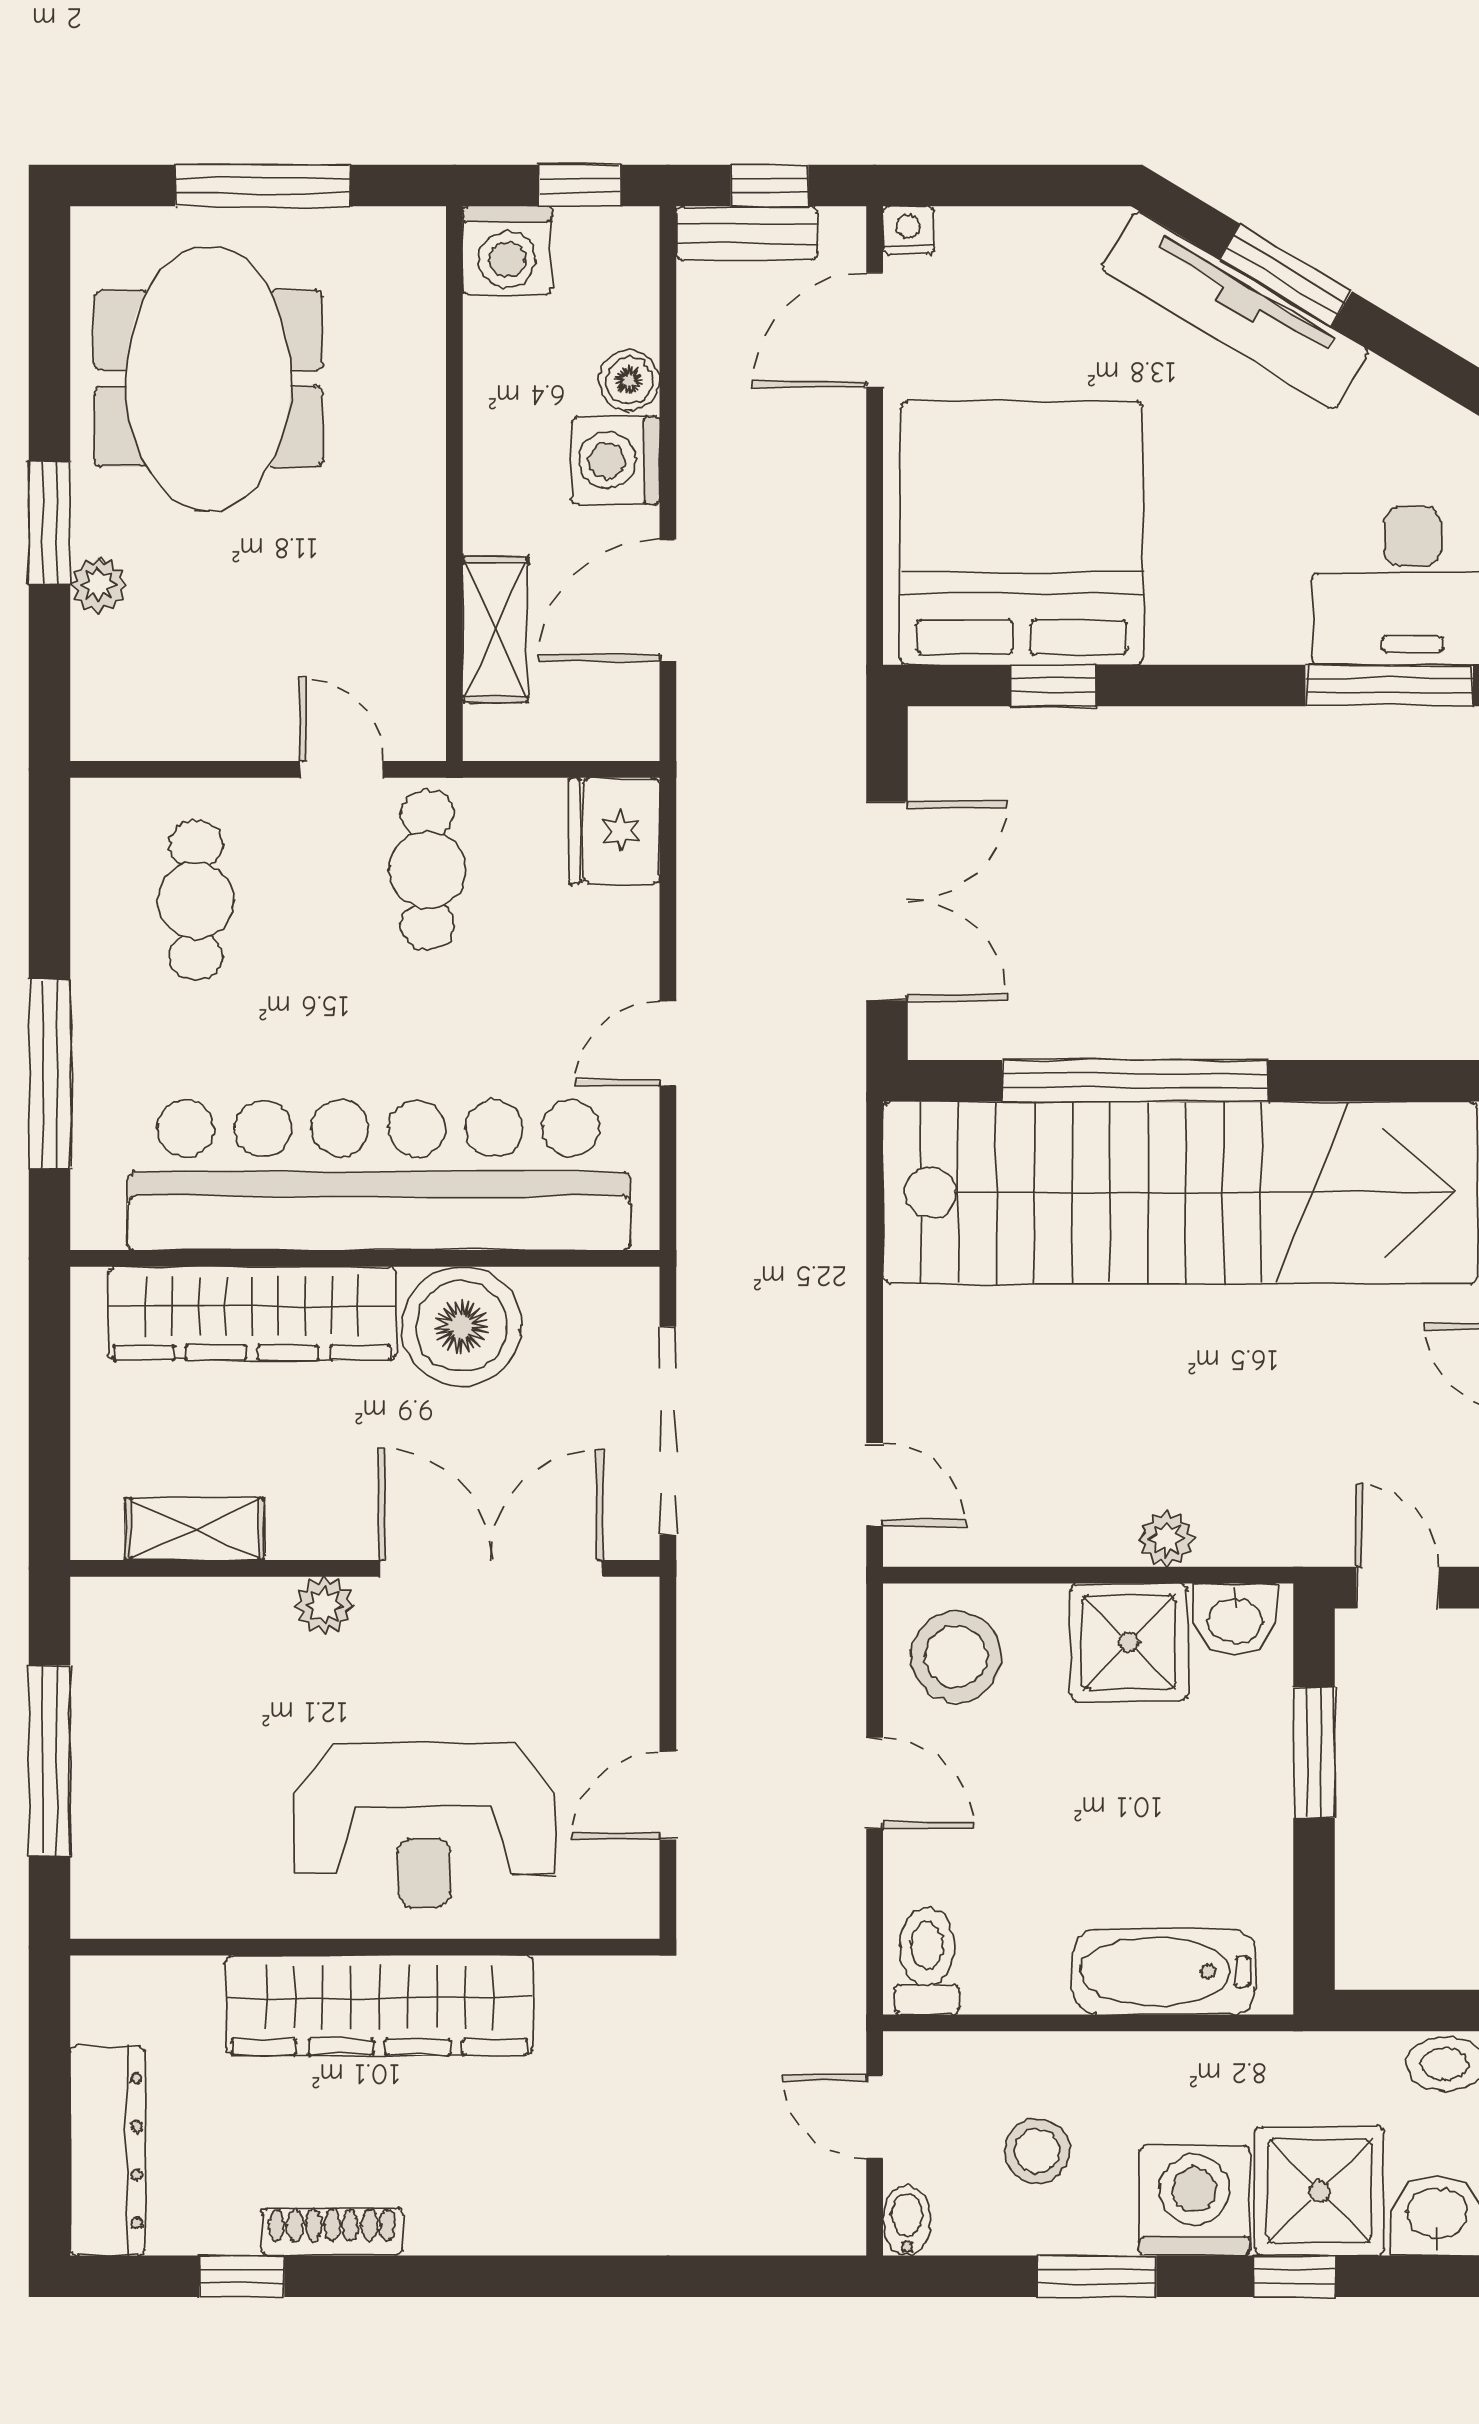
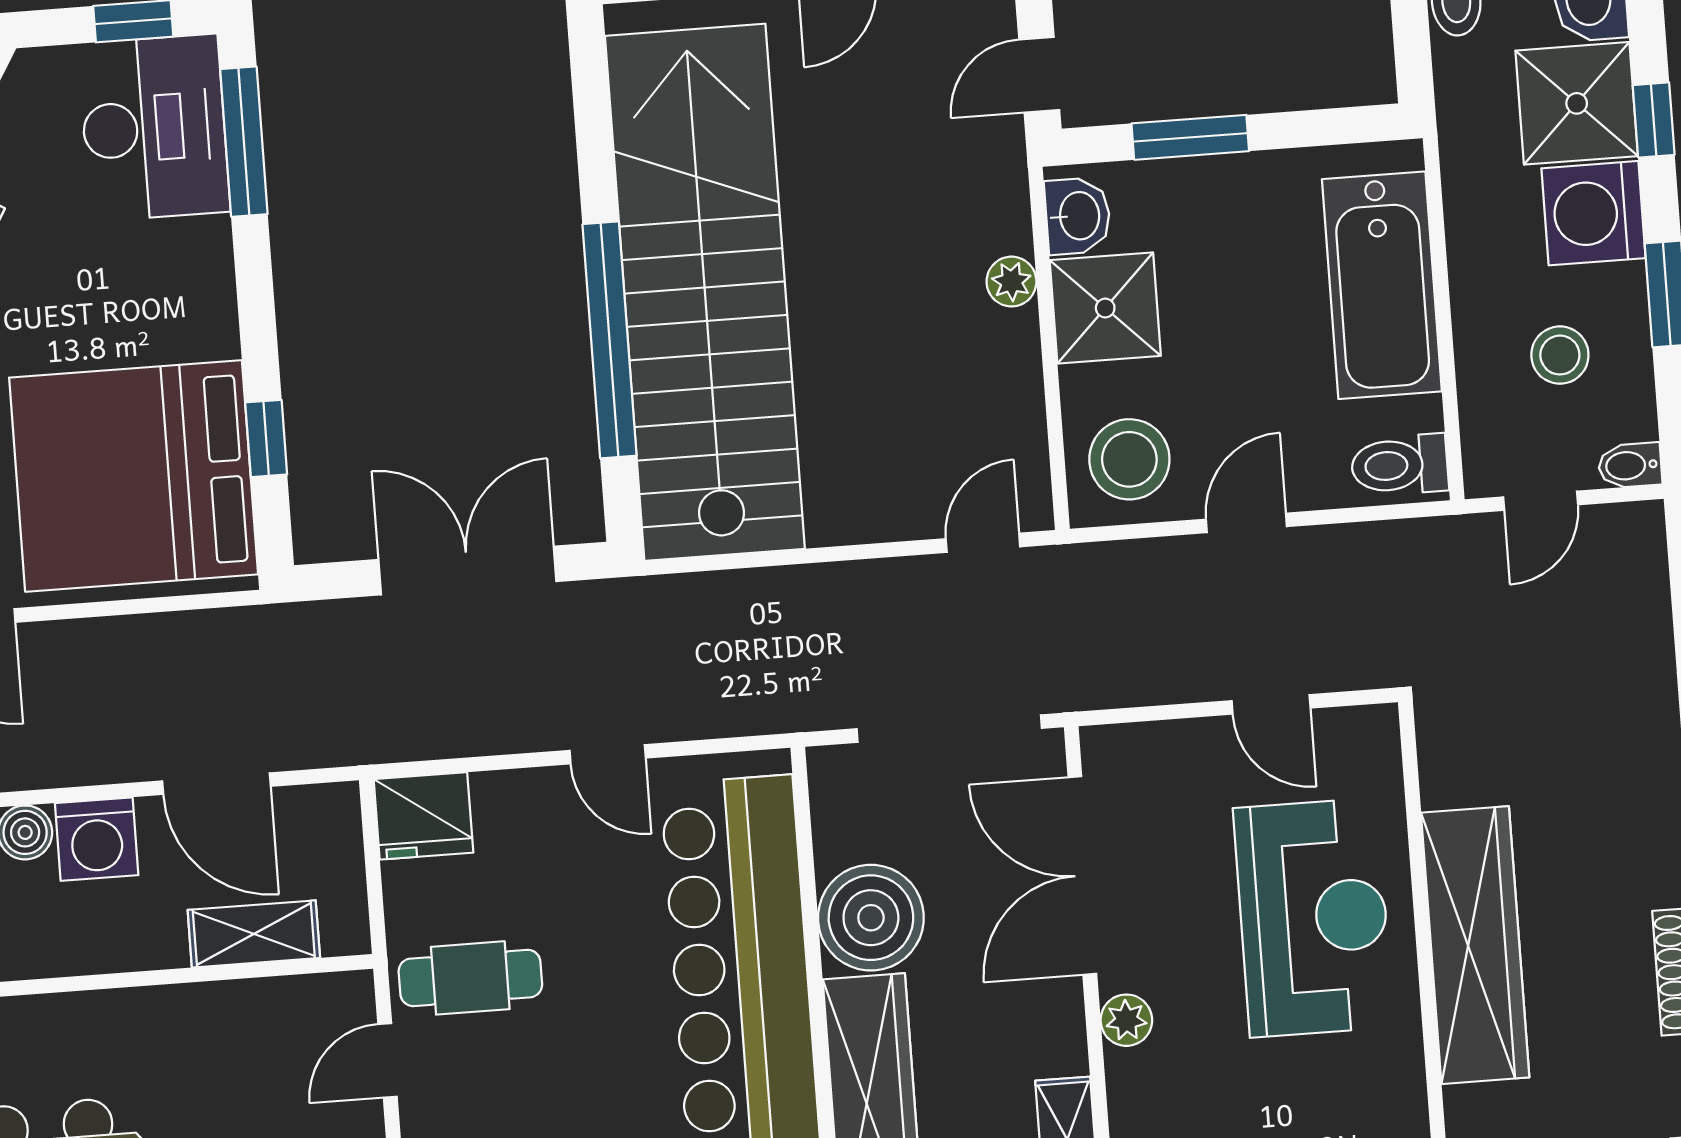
bathtub: (1164, 1972) -> (1382, 285), width x1.36, depth x1.36

